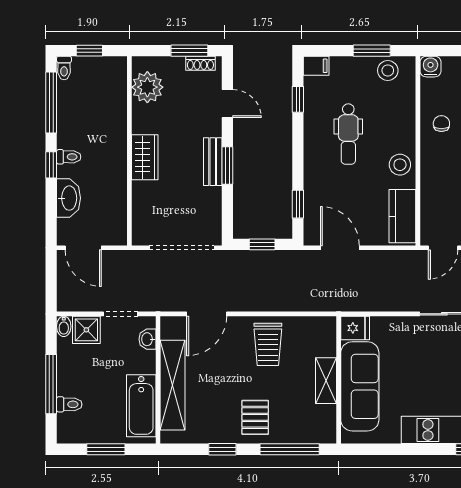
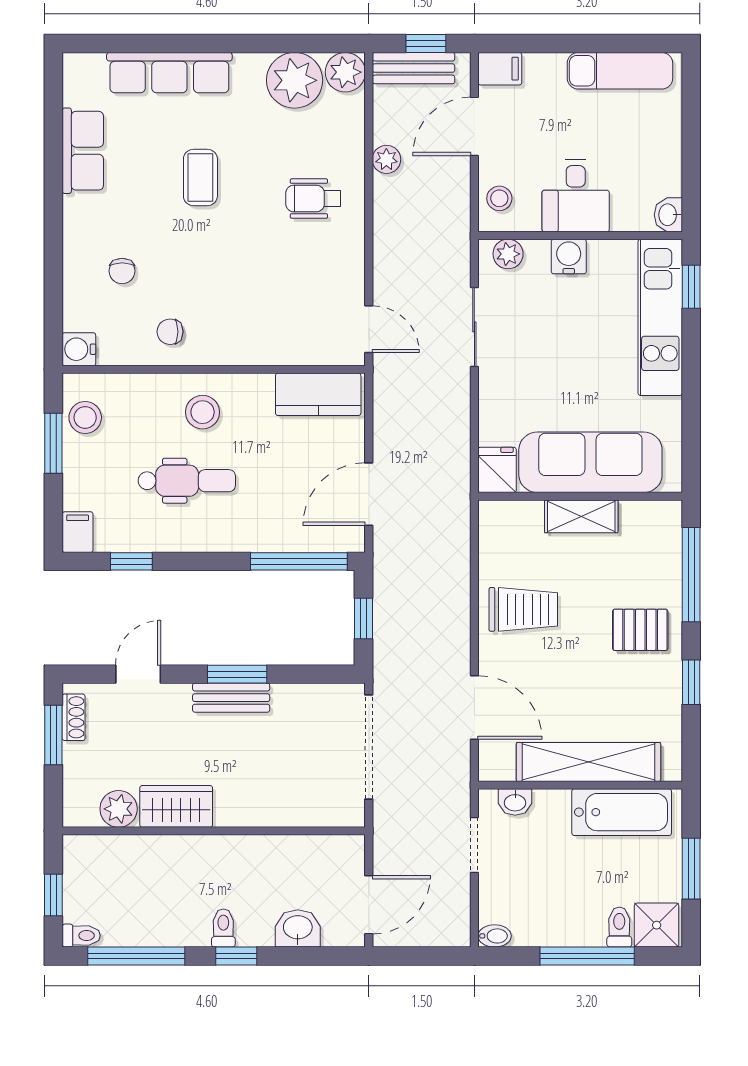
plant: (147, 87) -> (119, 809), width x0.73, depth x0.73
wardrobe: (145, 157) -> (176, 806), moved
stool: (400, 165) -> (203, 412), moved
washbasin: (69, 198) -> (298, 928), width x0.72
window: (298, 204) -> (299, 561), width x2.17
shower: (86, 330) -> (657, 925), moved

